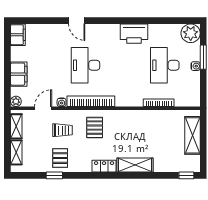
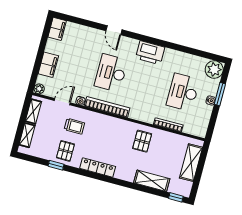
printer: (134, 34) -> (150, 53), moved
pallet: (95, 128) -> (142, 141), moved
shelving: (135, 165) -> (152, 181), moved
locker: (104, 166) -> (98, 167), width x1.53

